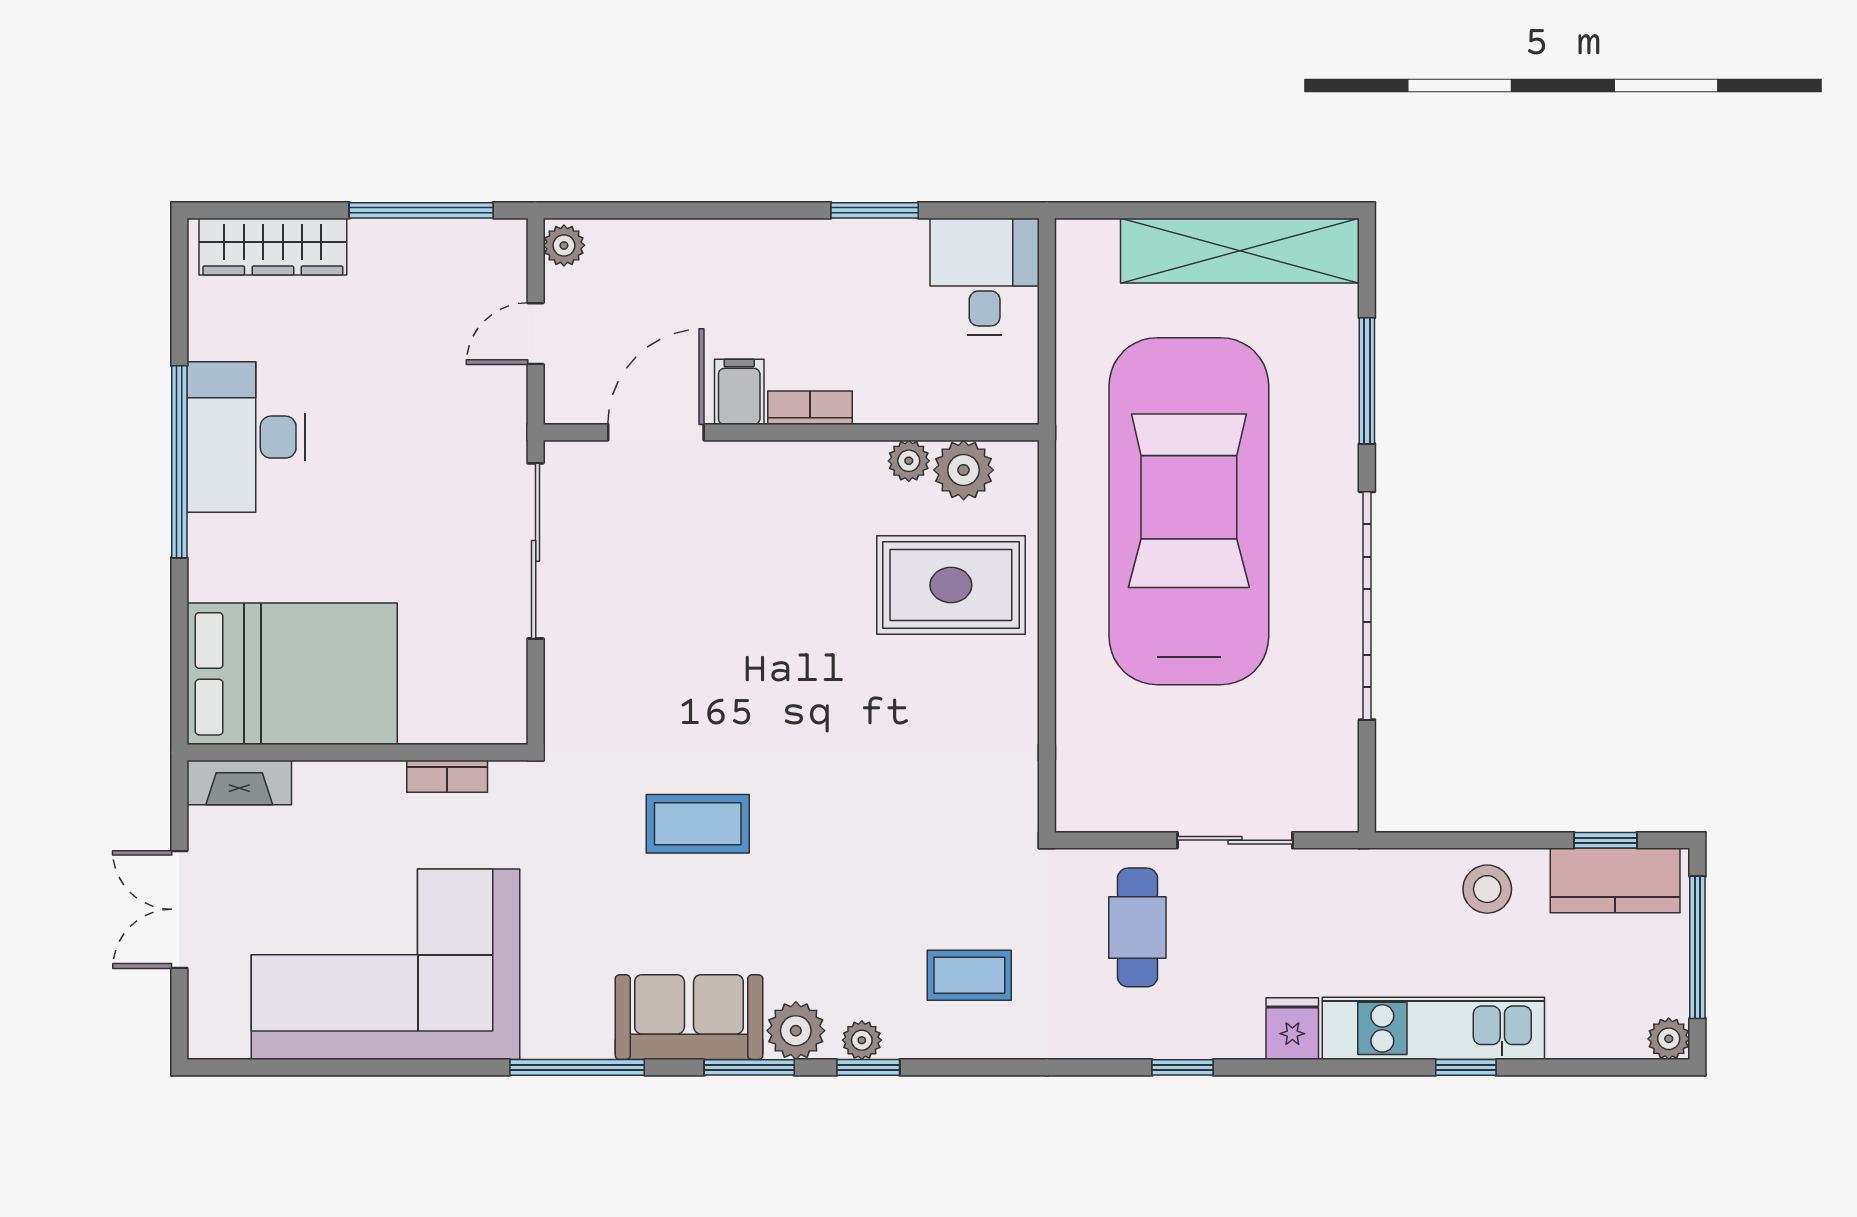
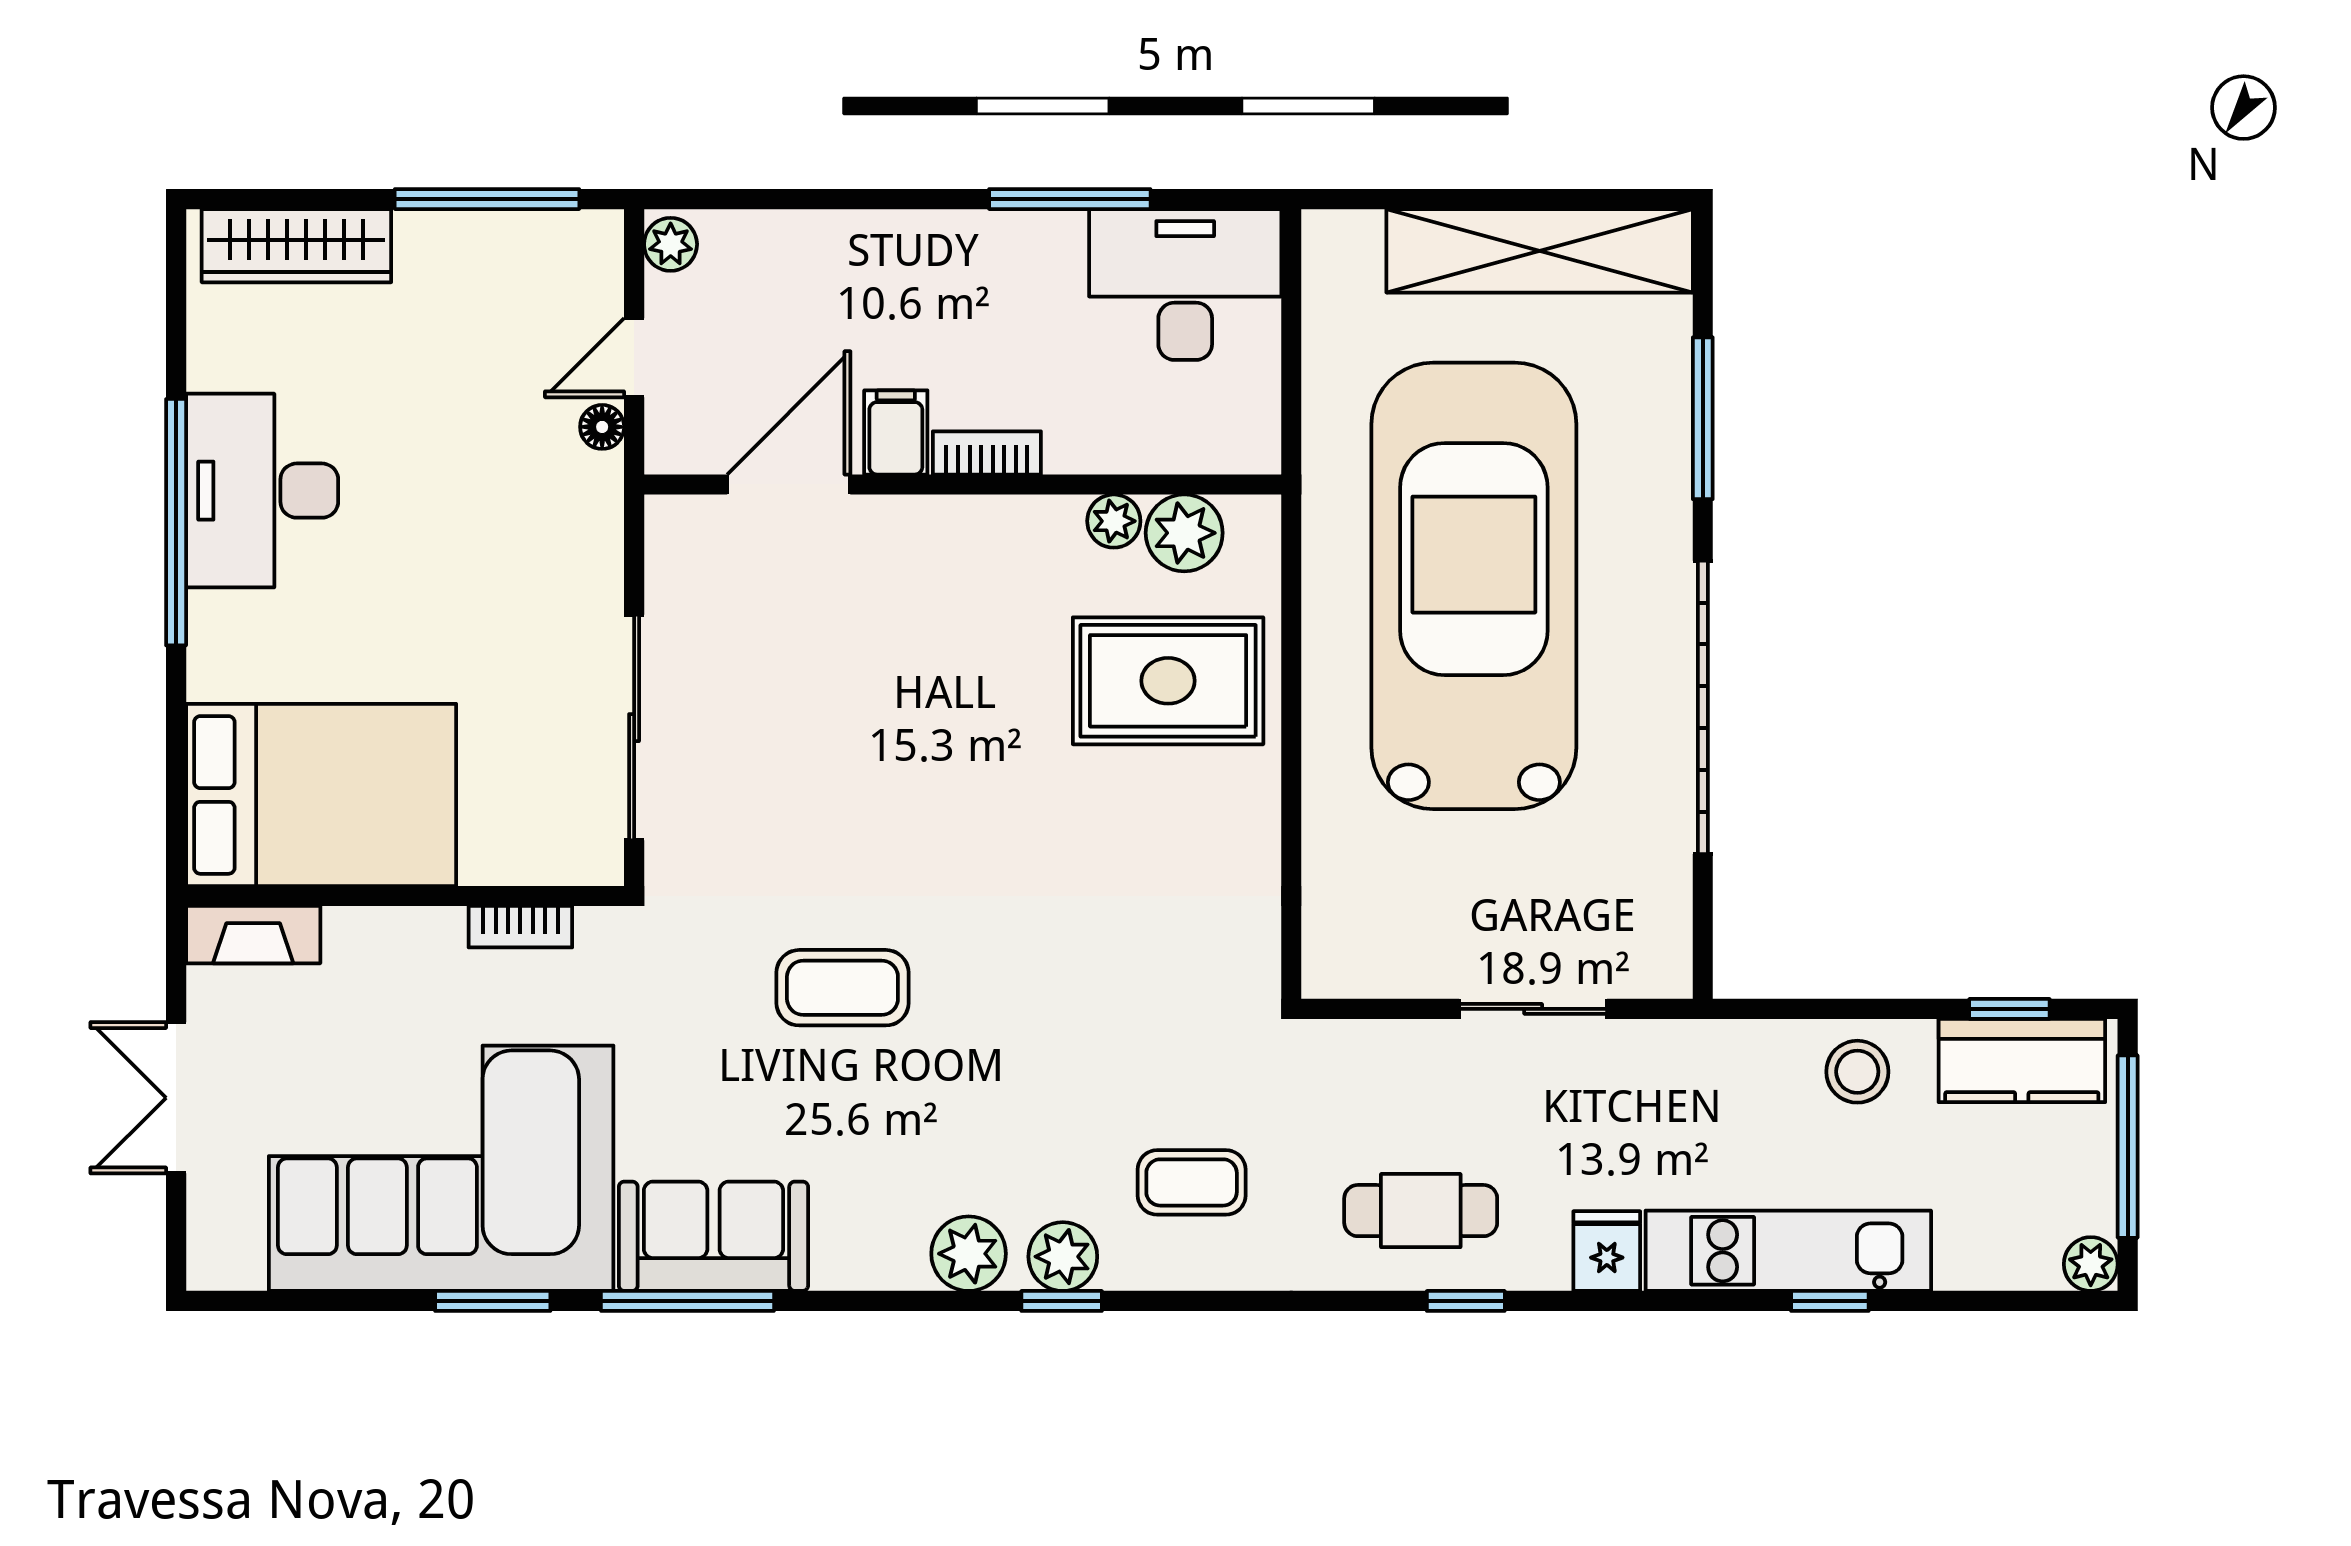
window: (875, 210) -> (1070, 199), width x1.44
desk: (985, 277) -> (1185, 285), width x1.37
floor lamp: (511, 388) -> (602, 427), added
sliding door: (536, 551) -> (634, 728), moved
cafe table: (1137, 927) -> (1421, 1211), moved, turned 90
sofa: (689, 1017) -> (713, 1236), moved
plant: (862, 1040) -> (1063, 1257), width x1.38, depth x1.38
window: (749, 1067) -> (493, 1301), moved

